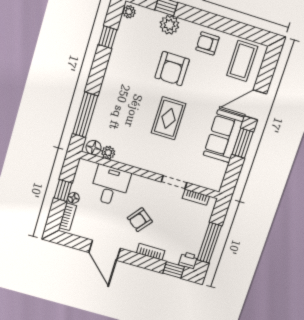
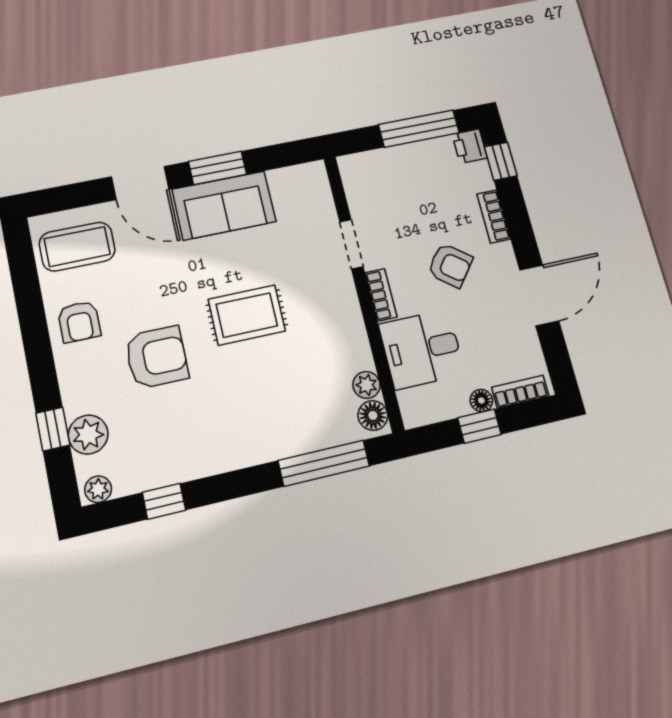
plant: (169, 25) -> (88, 435), moved
bookcase: (196, 197) -> (381, 295), moved

